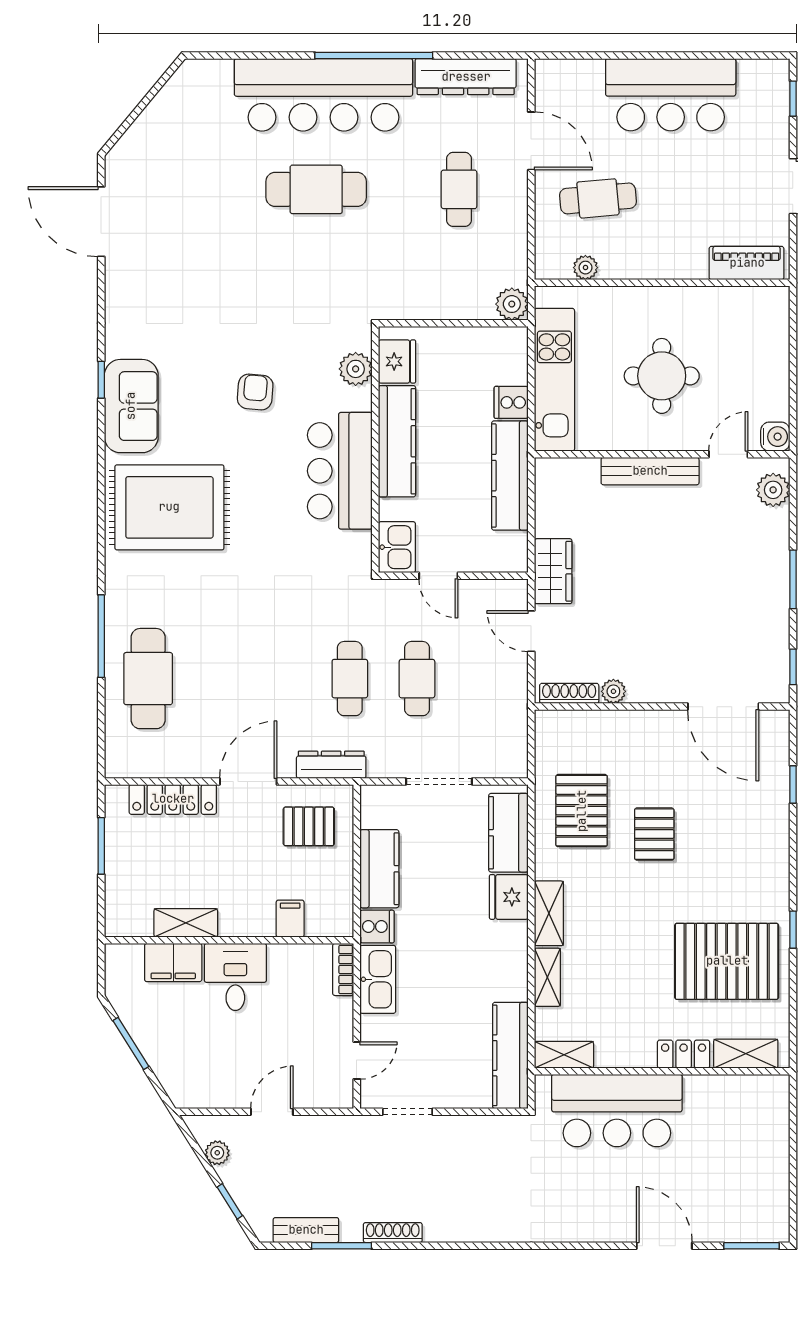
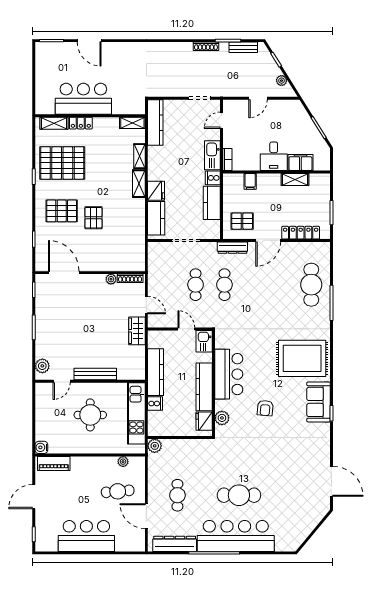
water cooler: (775, 437) -> (41, 447), moved
pallet: (582, 811) -> (62, 211), moved, turned 90
bar counter: (617, 1110) -> (83, 99), moved

